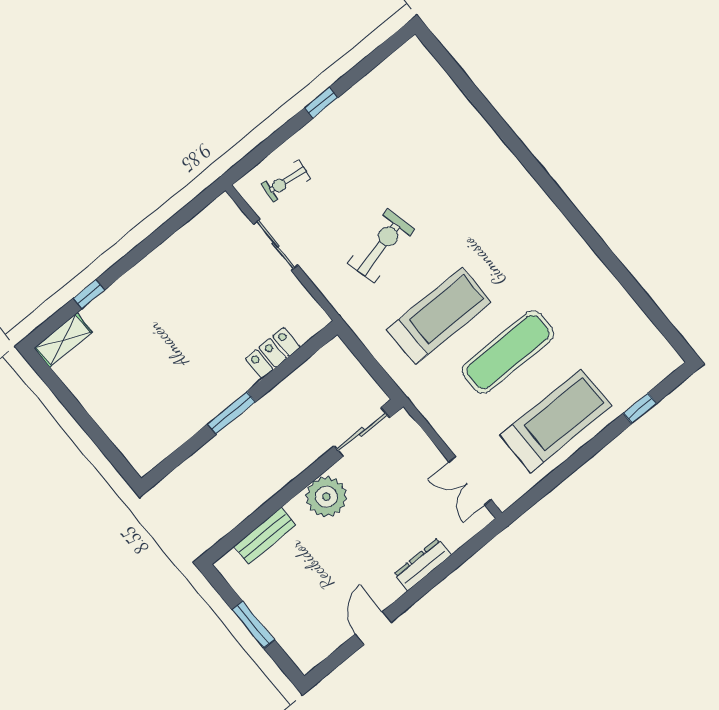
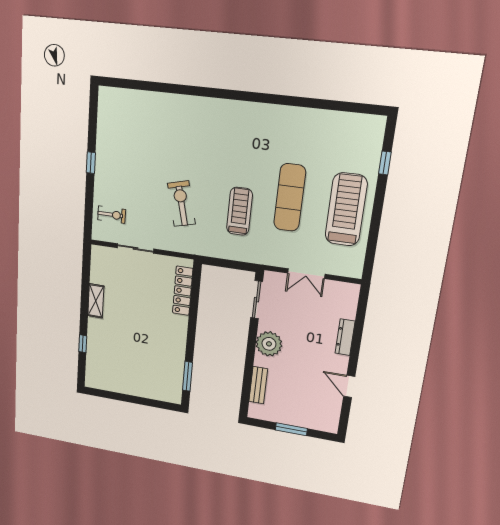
exercise bike: (286, 181) -> (112, 215), turned -97
treadmill: (439, 316) -> (240, 211), width x0.73, depth x0.73
shelving: (63, 340) -> (96, 301), moved
locker: (273, 353) -> (183, 291), width x1.53
window: (231, 413) -> (187, 376), moved
double door: (470, 481) -> (306, 274), moved

